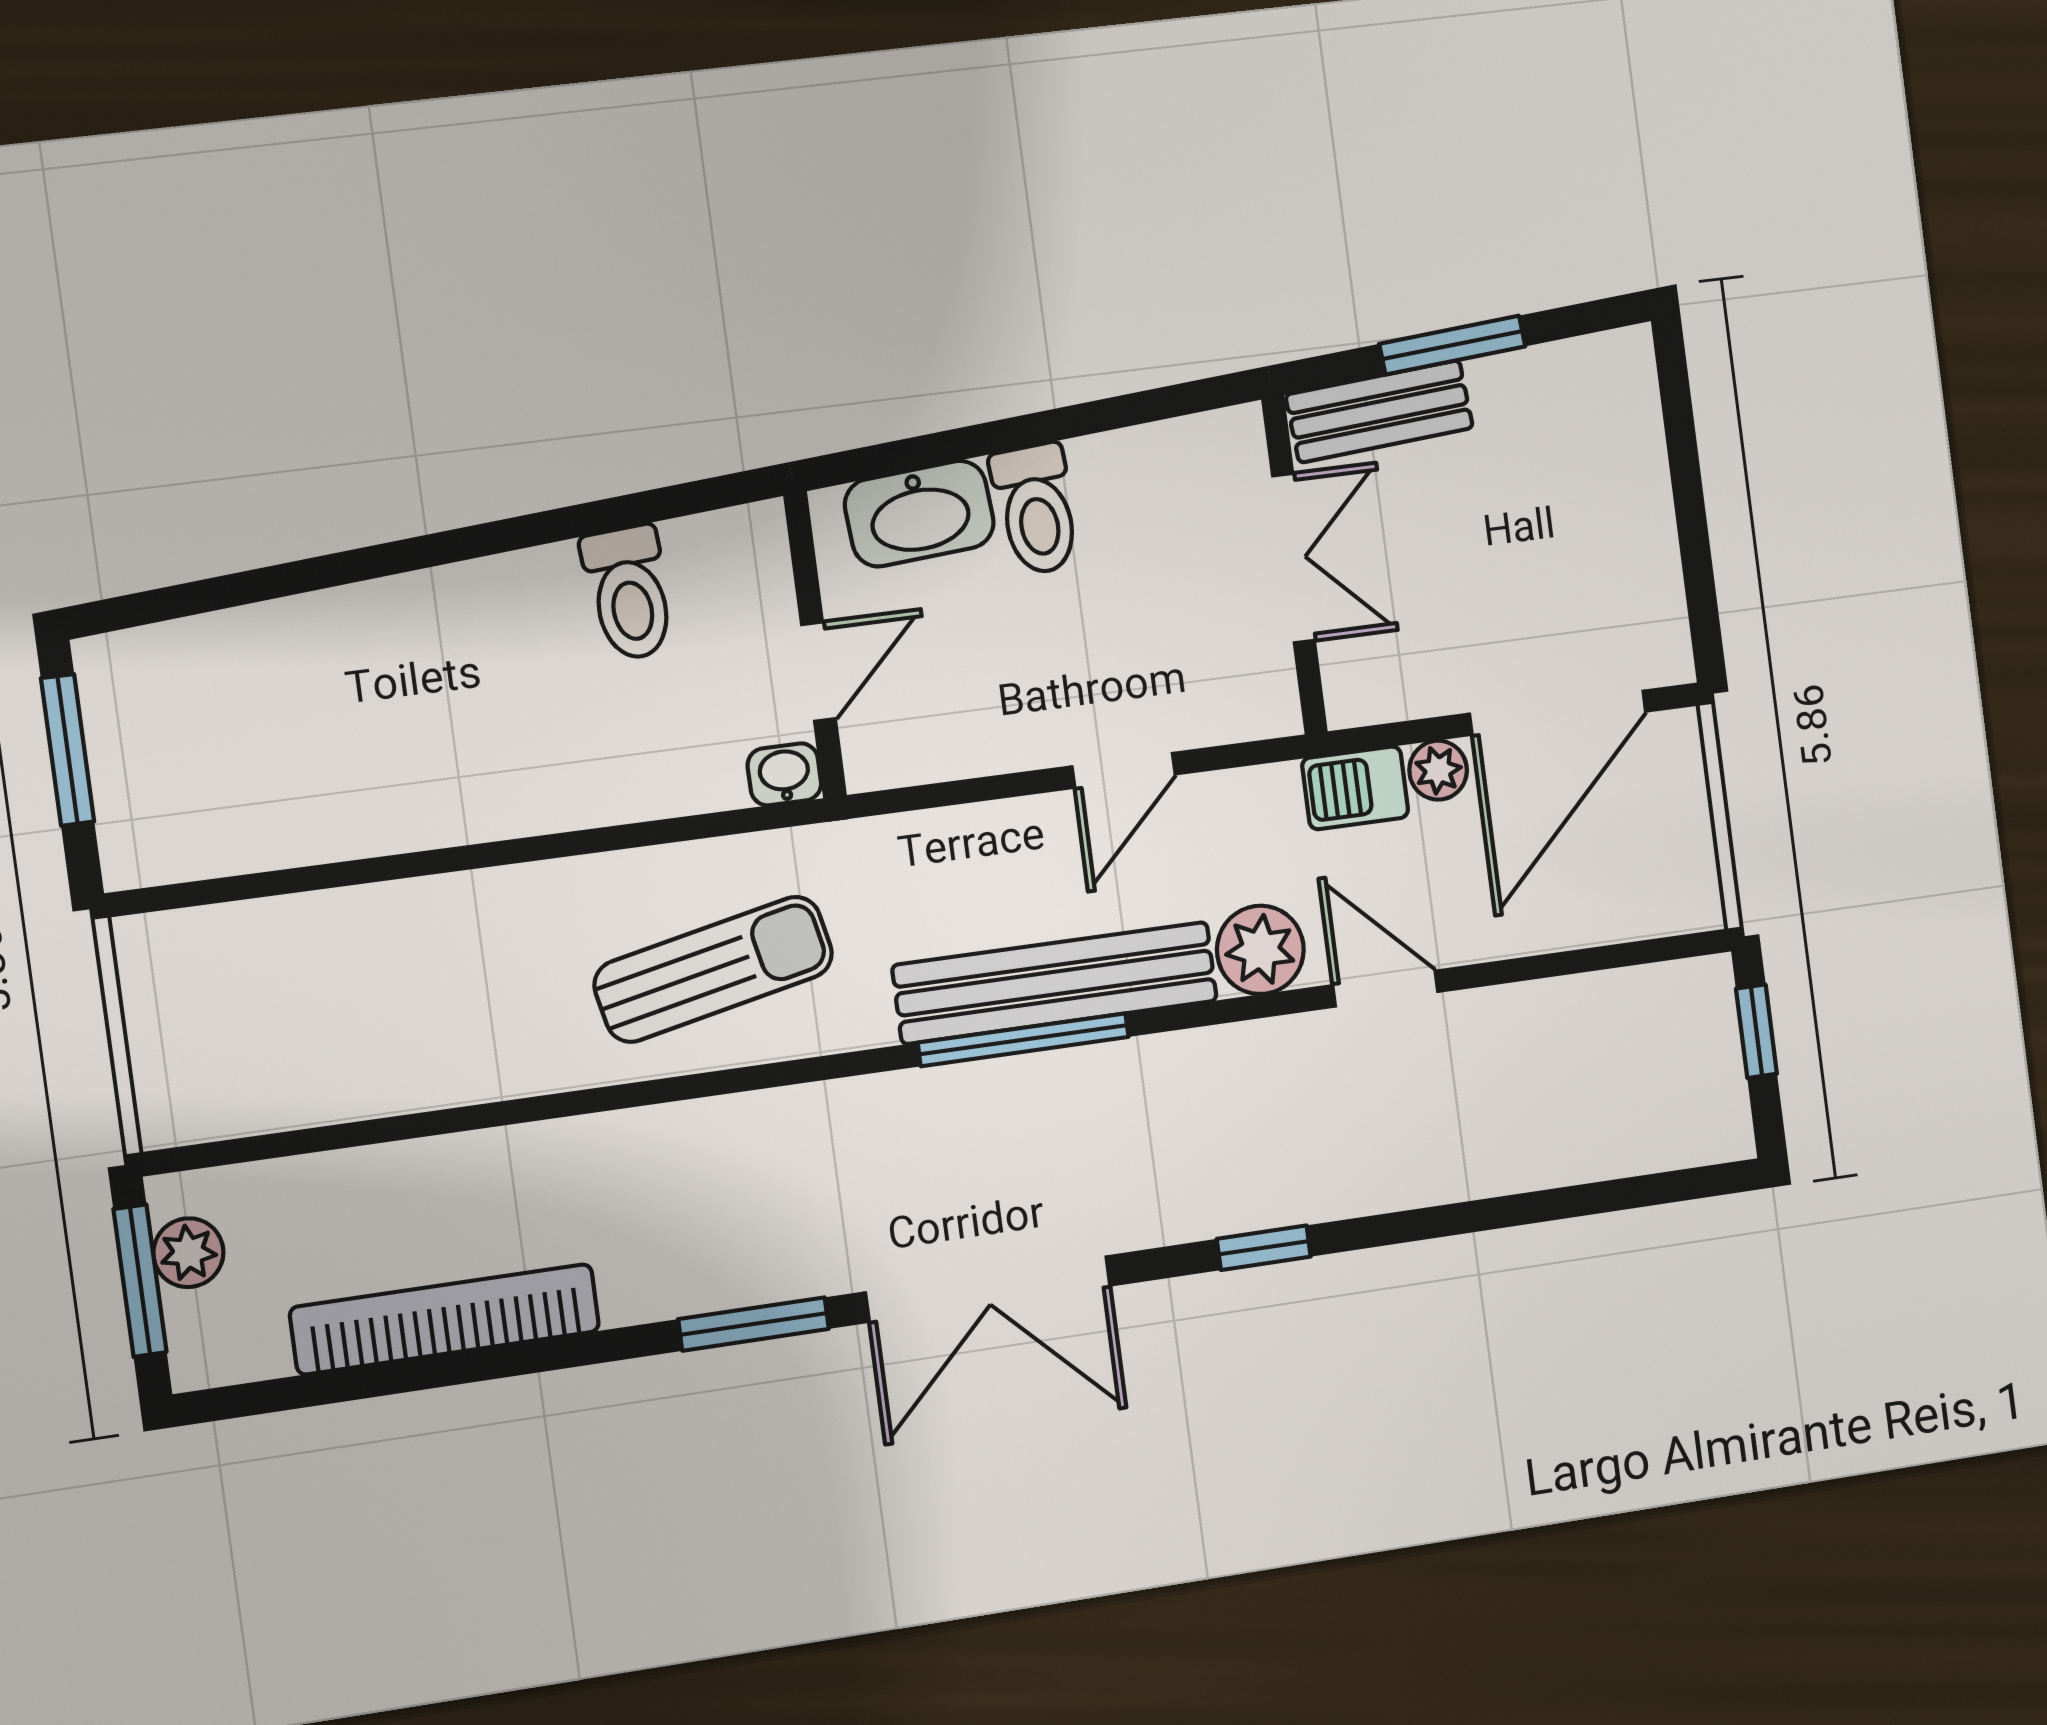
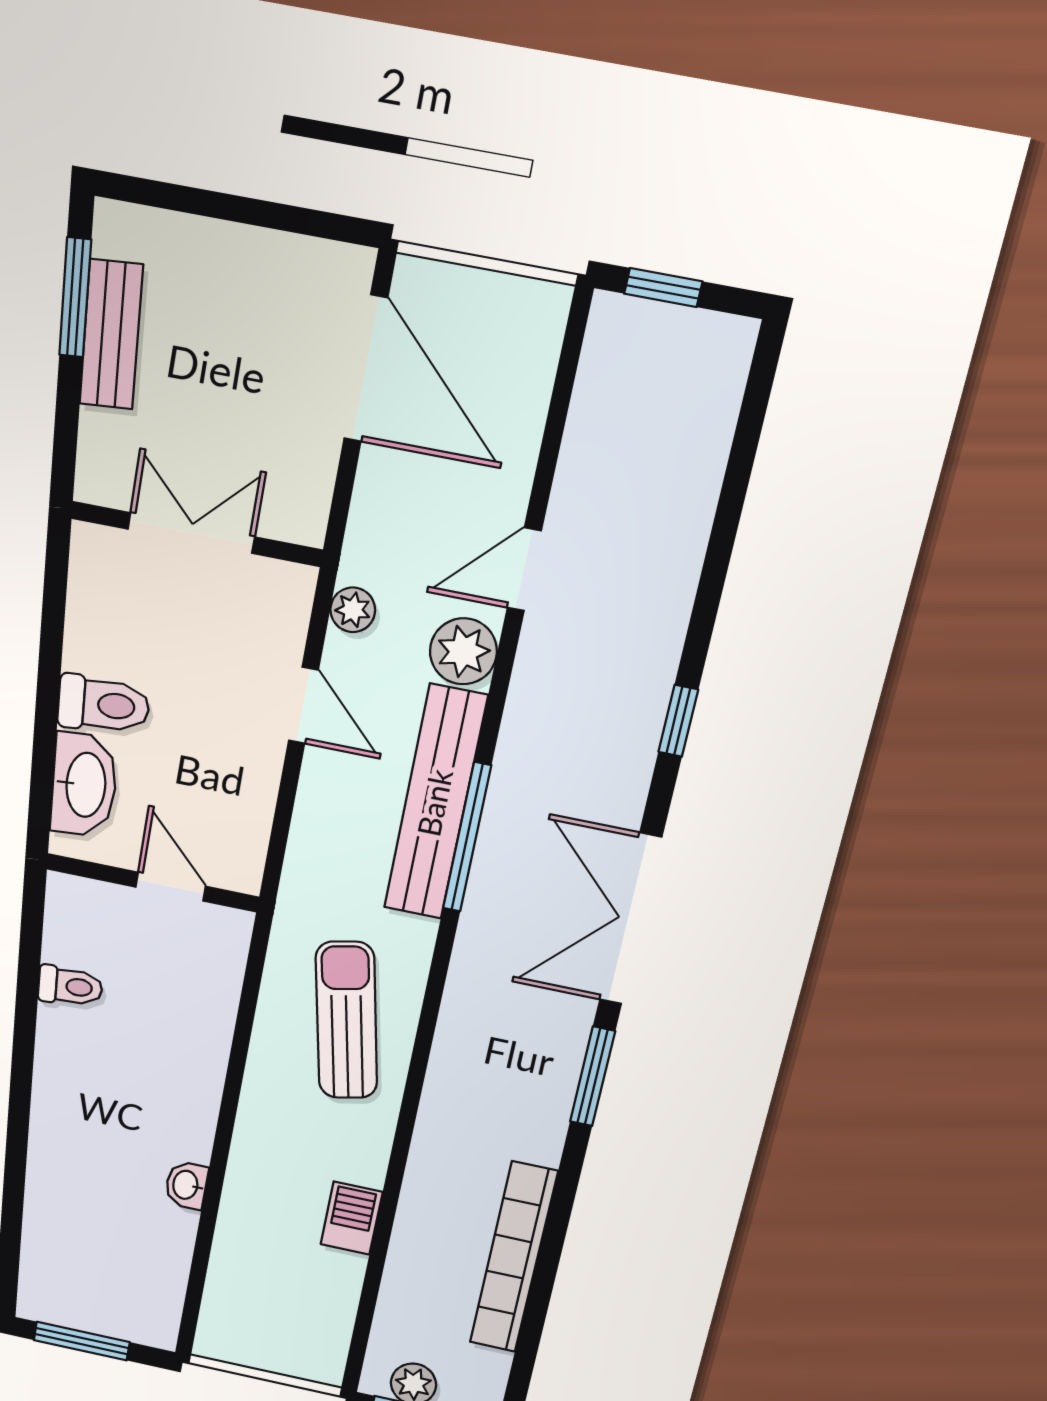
window: (1452, 345) -> (75, 297), moved
bench: (1379, 411) -> (111, 335), moved
toilet: (629, 593) -> (70, 986), width x0.73, depth x0.72
plant: (1438, 770) -> (353, 610), moved
washbasin: (784, 774) -> (186, 1185), moved
barbecue: (1355, 788) -> (352, 1218), moved, turned 180
double door: (988, 1289) -> (630, 919), swing flipped

